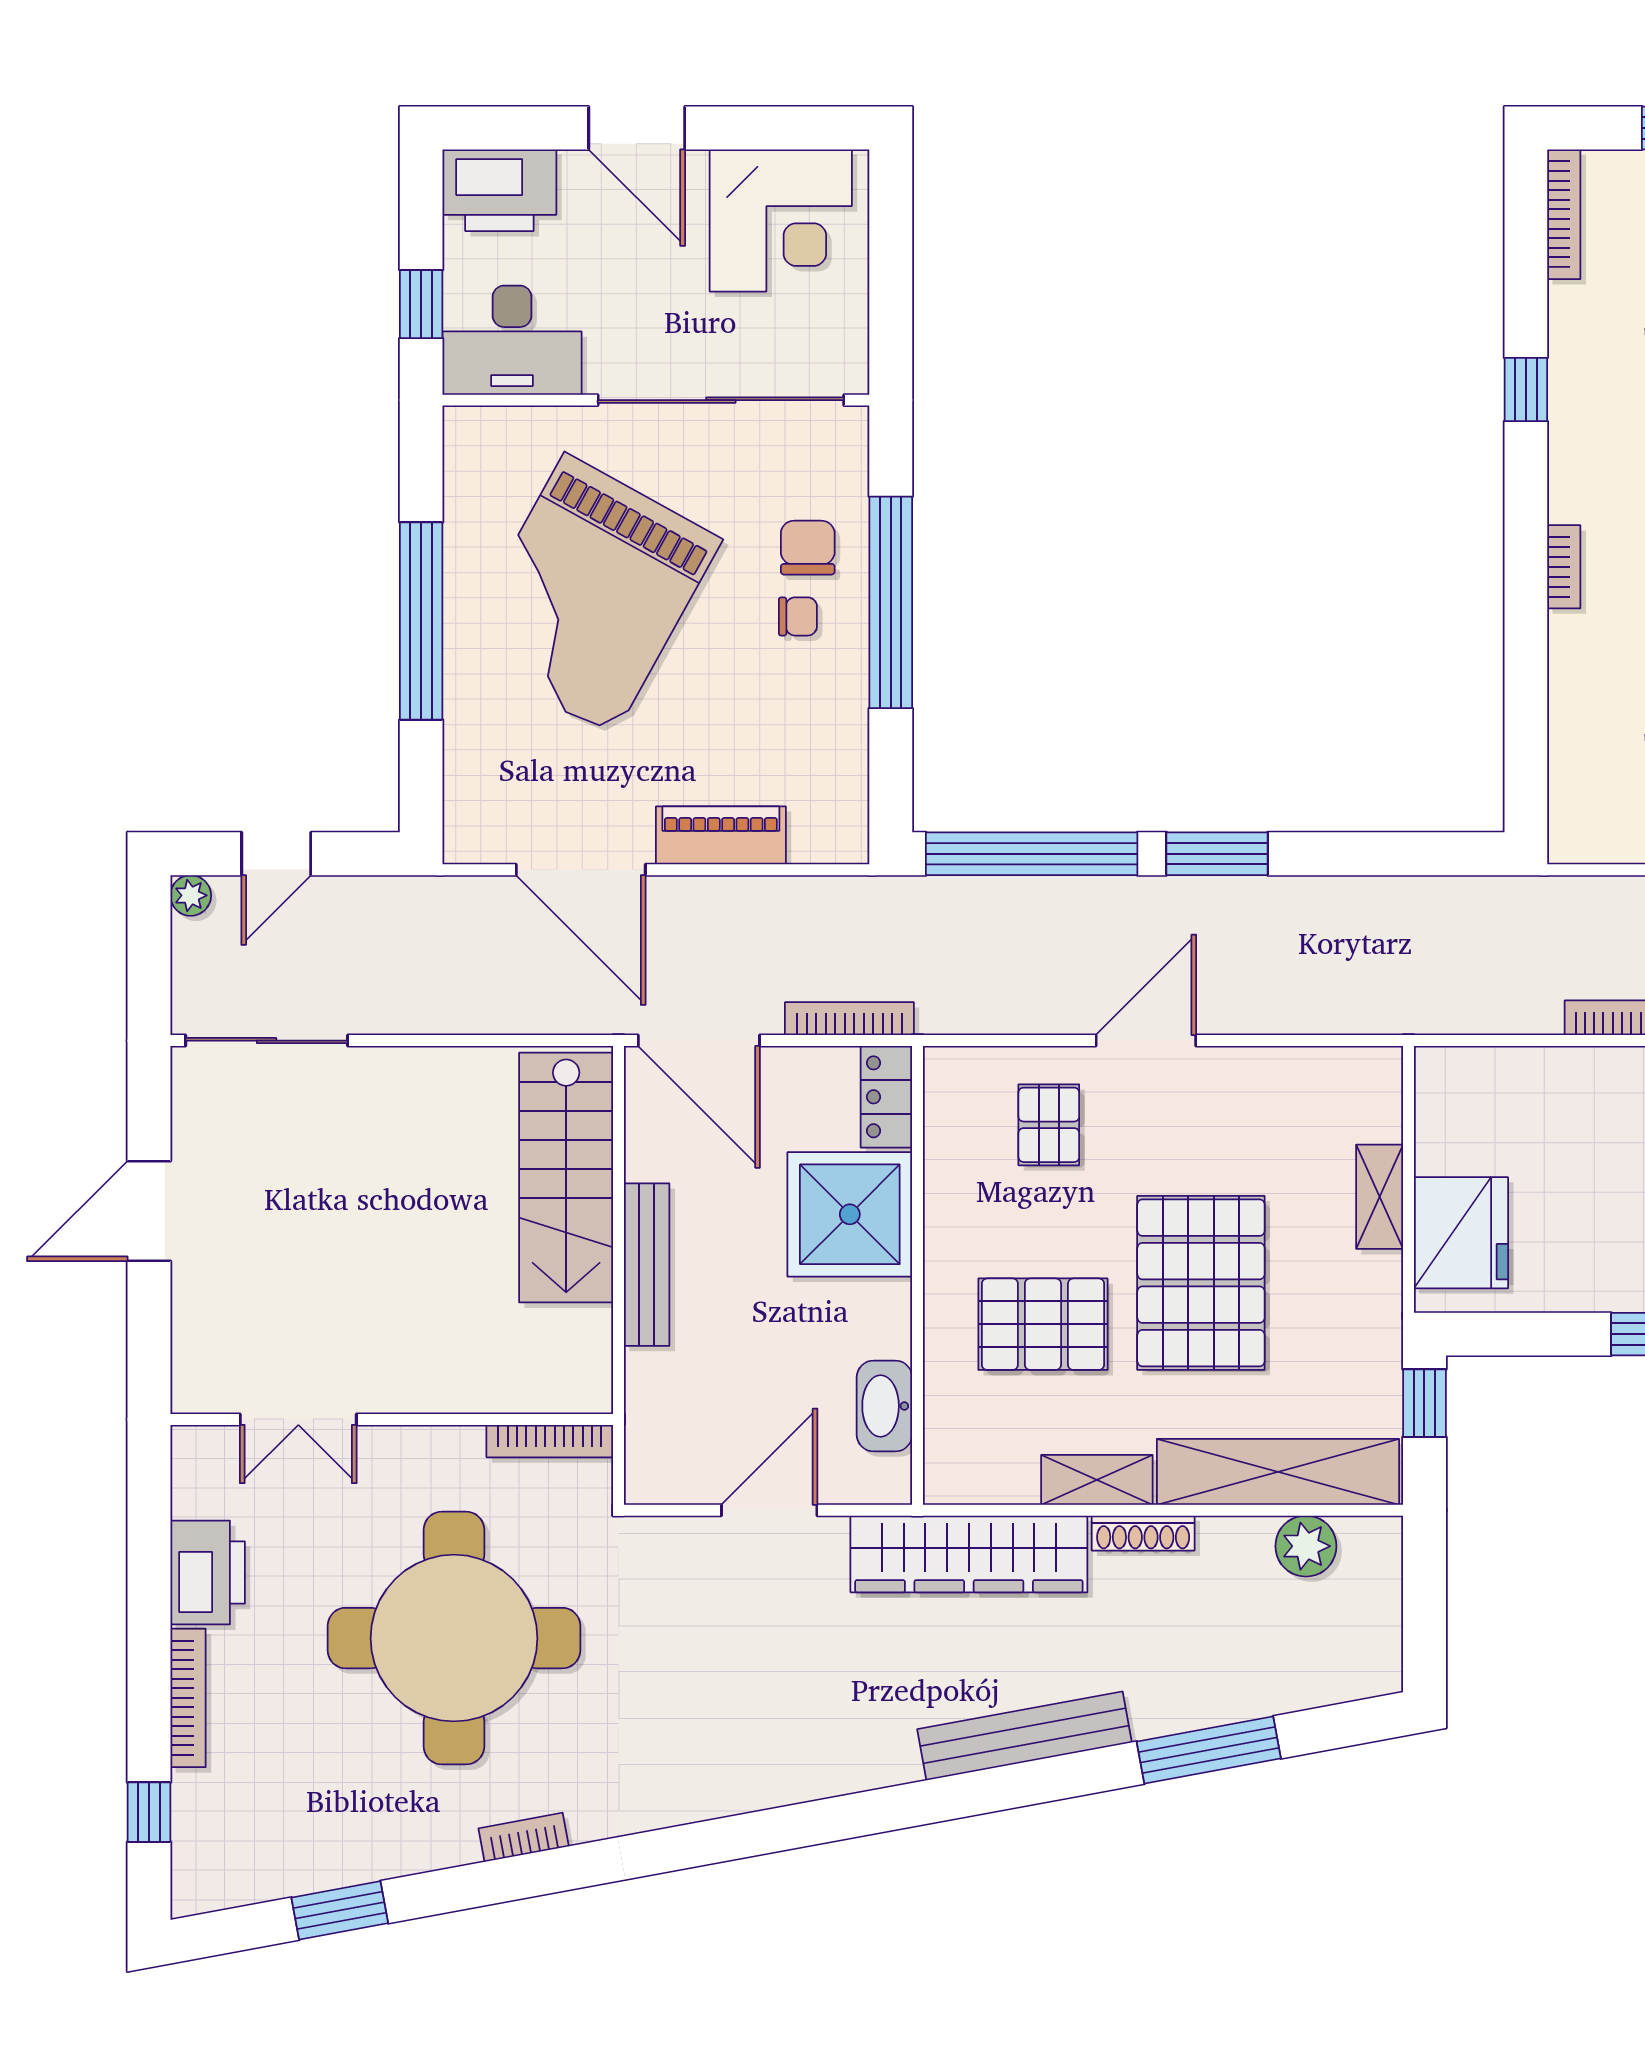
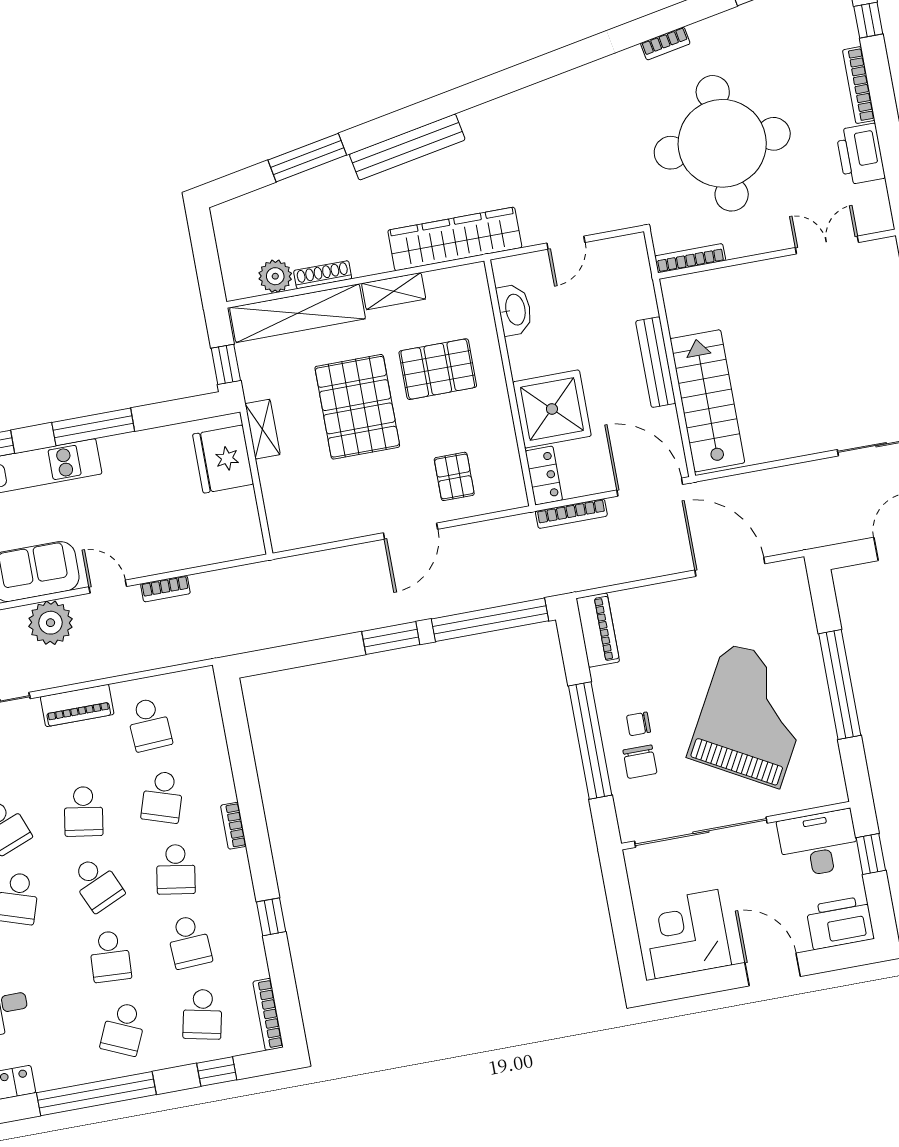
piano: (721, 835) -> (598, 630), moved, turned -90
shelving: (1380, 1197) -> (263, 429), moved
door: (769, 1510) -> (566, 243), width x0.73
shoe rack: (1143, 1533) -> (323, 275), moved

